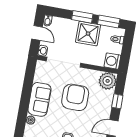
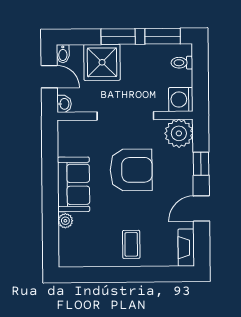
shower: (88, 34) -> (102, 62), moved
doorway: (64, 62) -> (125, 116), moved
armchair: (75, 97) -> (131, 170), turned 90

